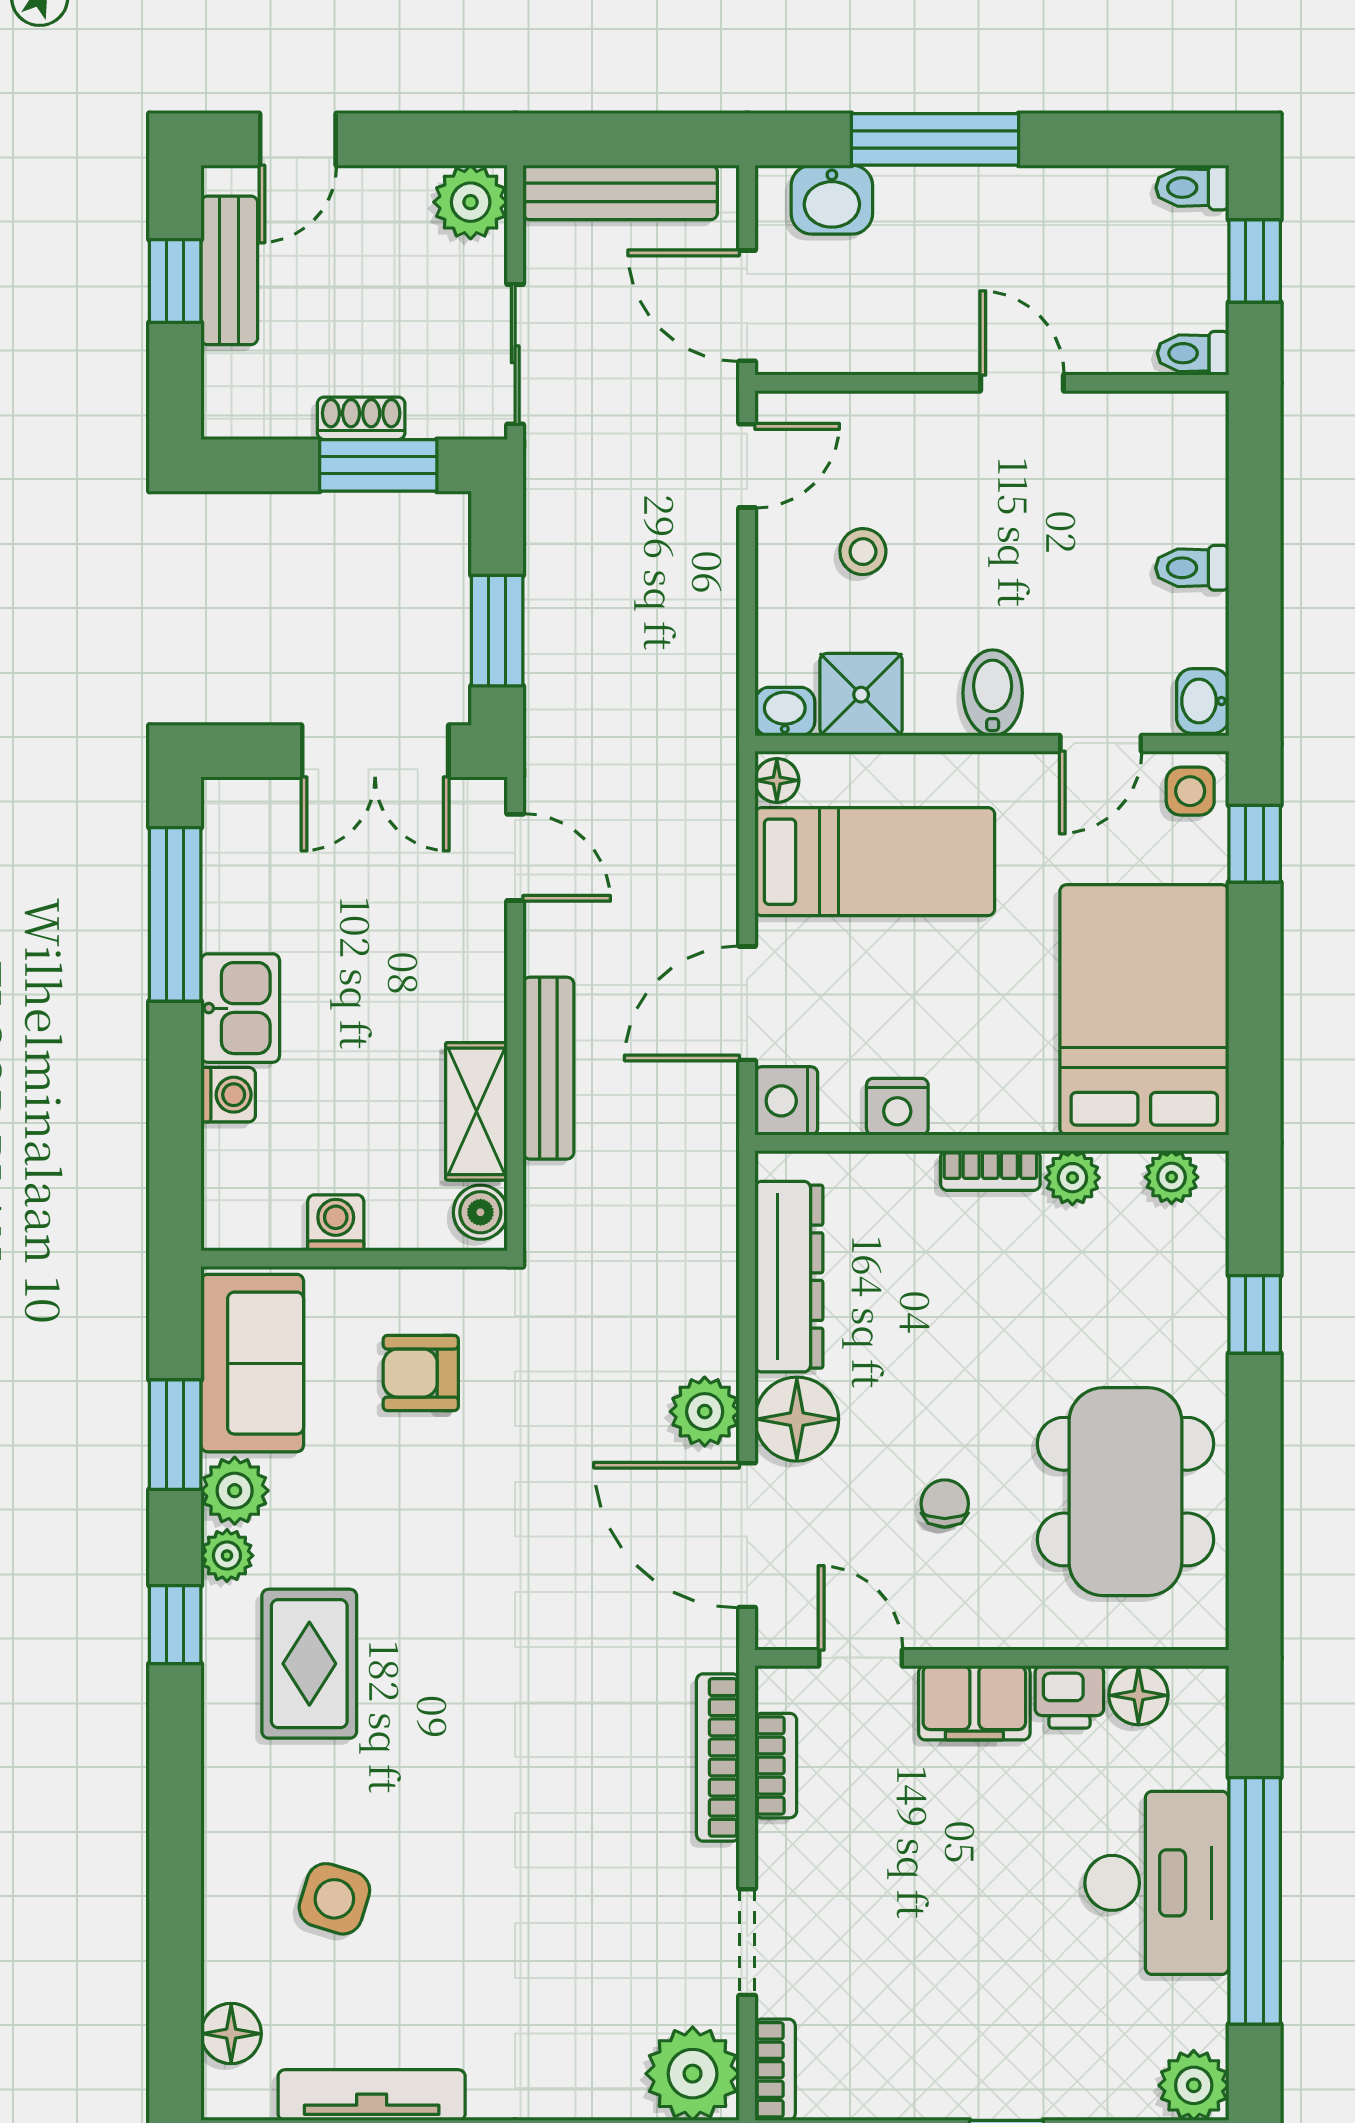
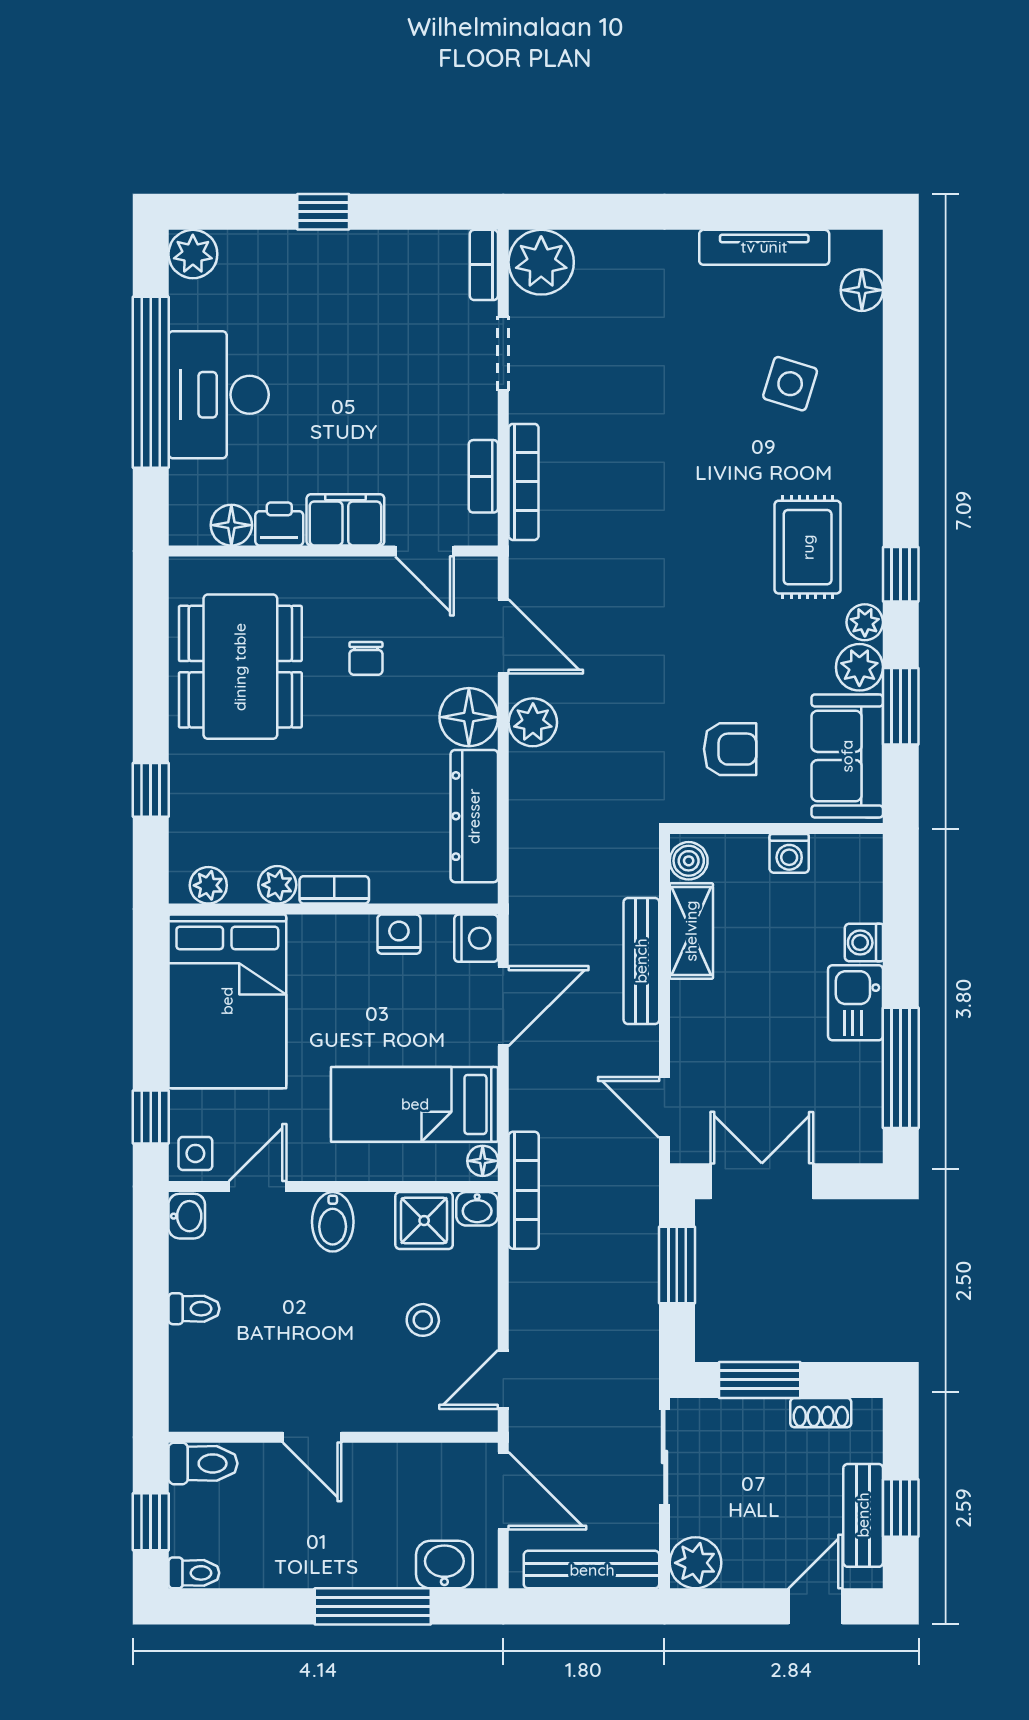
toilet: (1193, 353) -> (203, 1463), width x1.37, depth x1.39
shoe rack: (361, 418) -> (821, 1413), moved
bookcase: (718, 738) -> (524, 1190), added
door: (747, 1535) -> (503, 636), width x0.73

